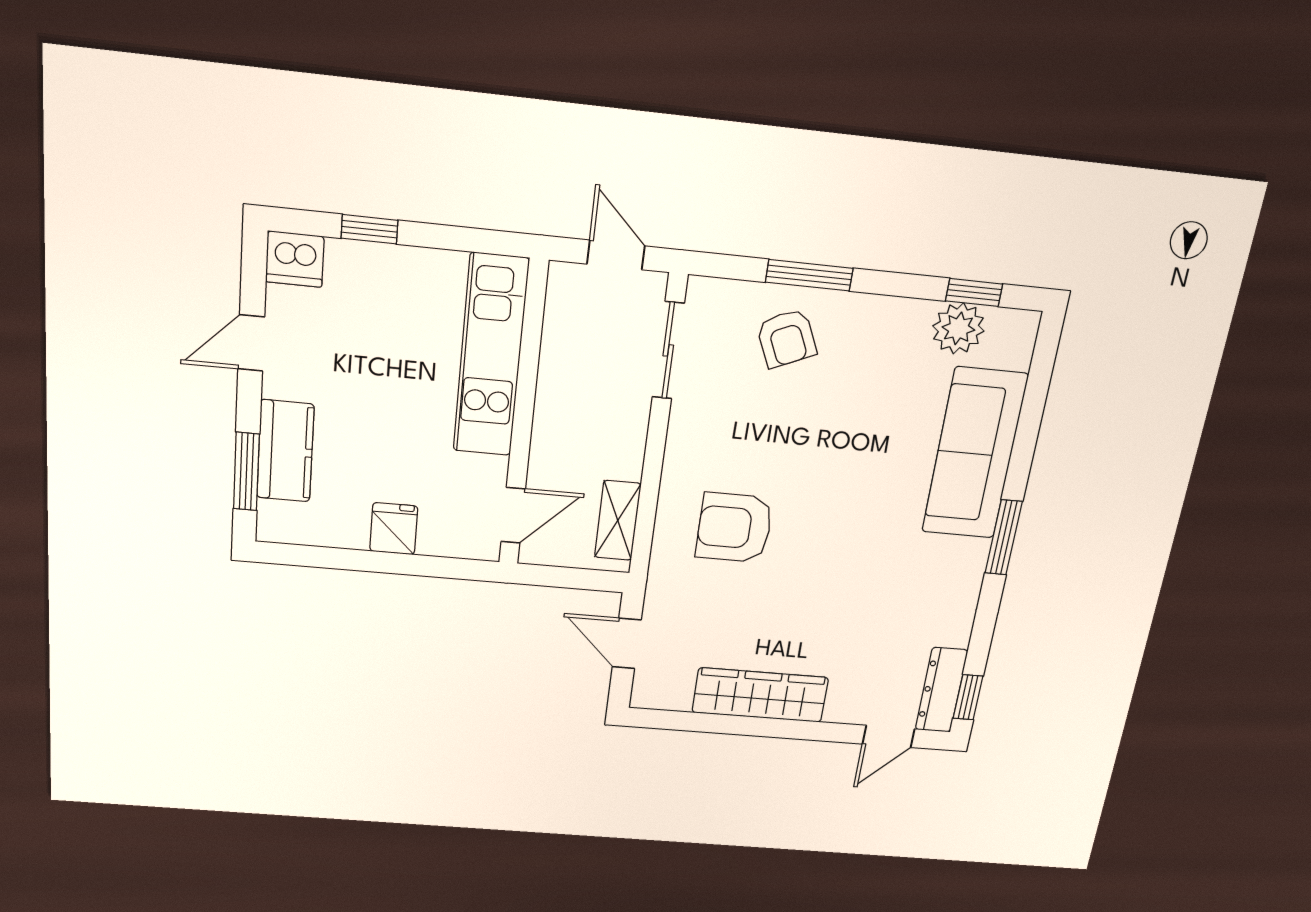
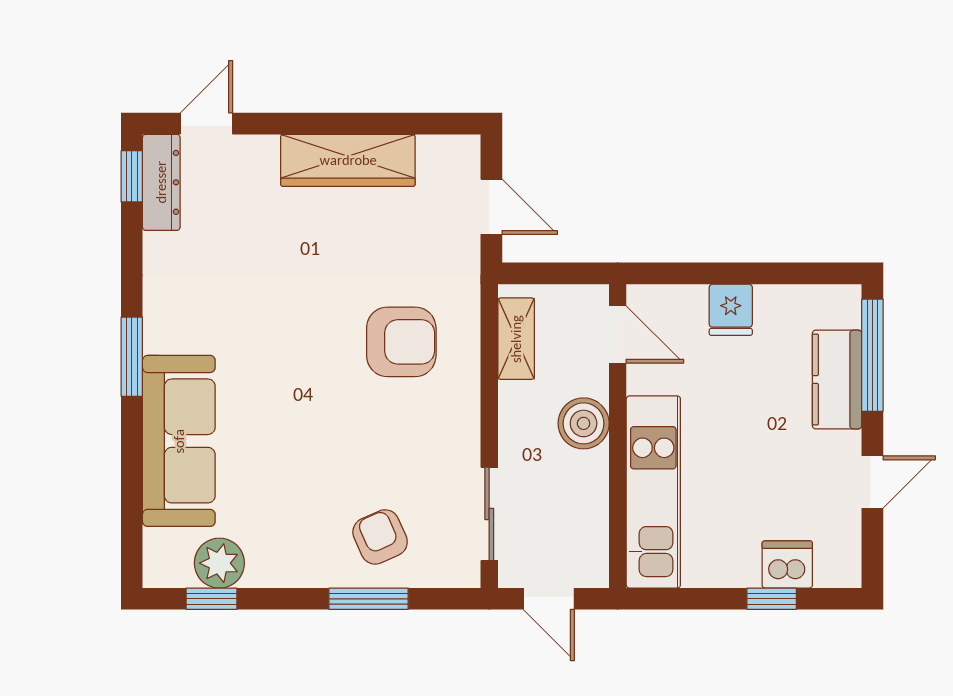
dishwasher: (295, 259) -> (787, 564), moved
boiler: (558, 432) -> (584, 423), added
window: (246, 472) -> (872, 355), width x1.44
door: (513, 515) -> (618, 334), swing flipped

